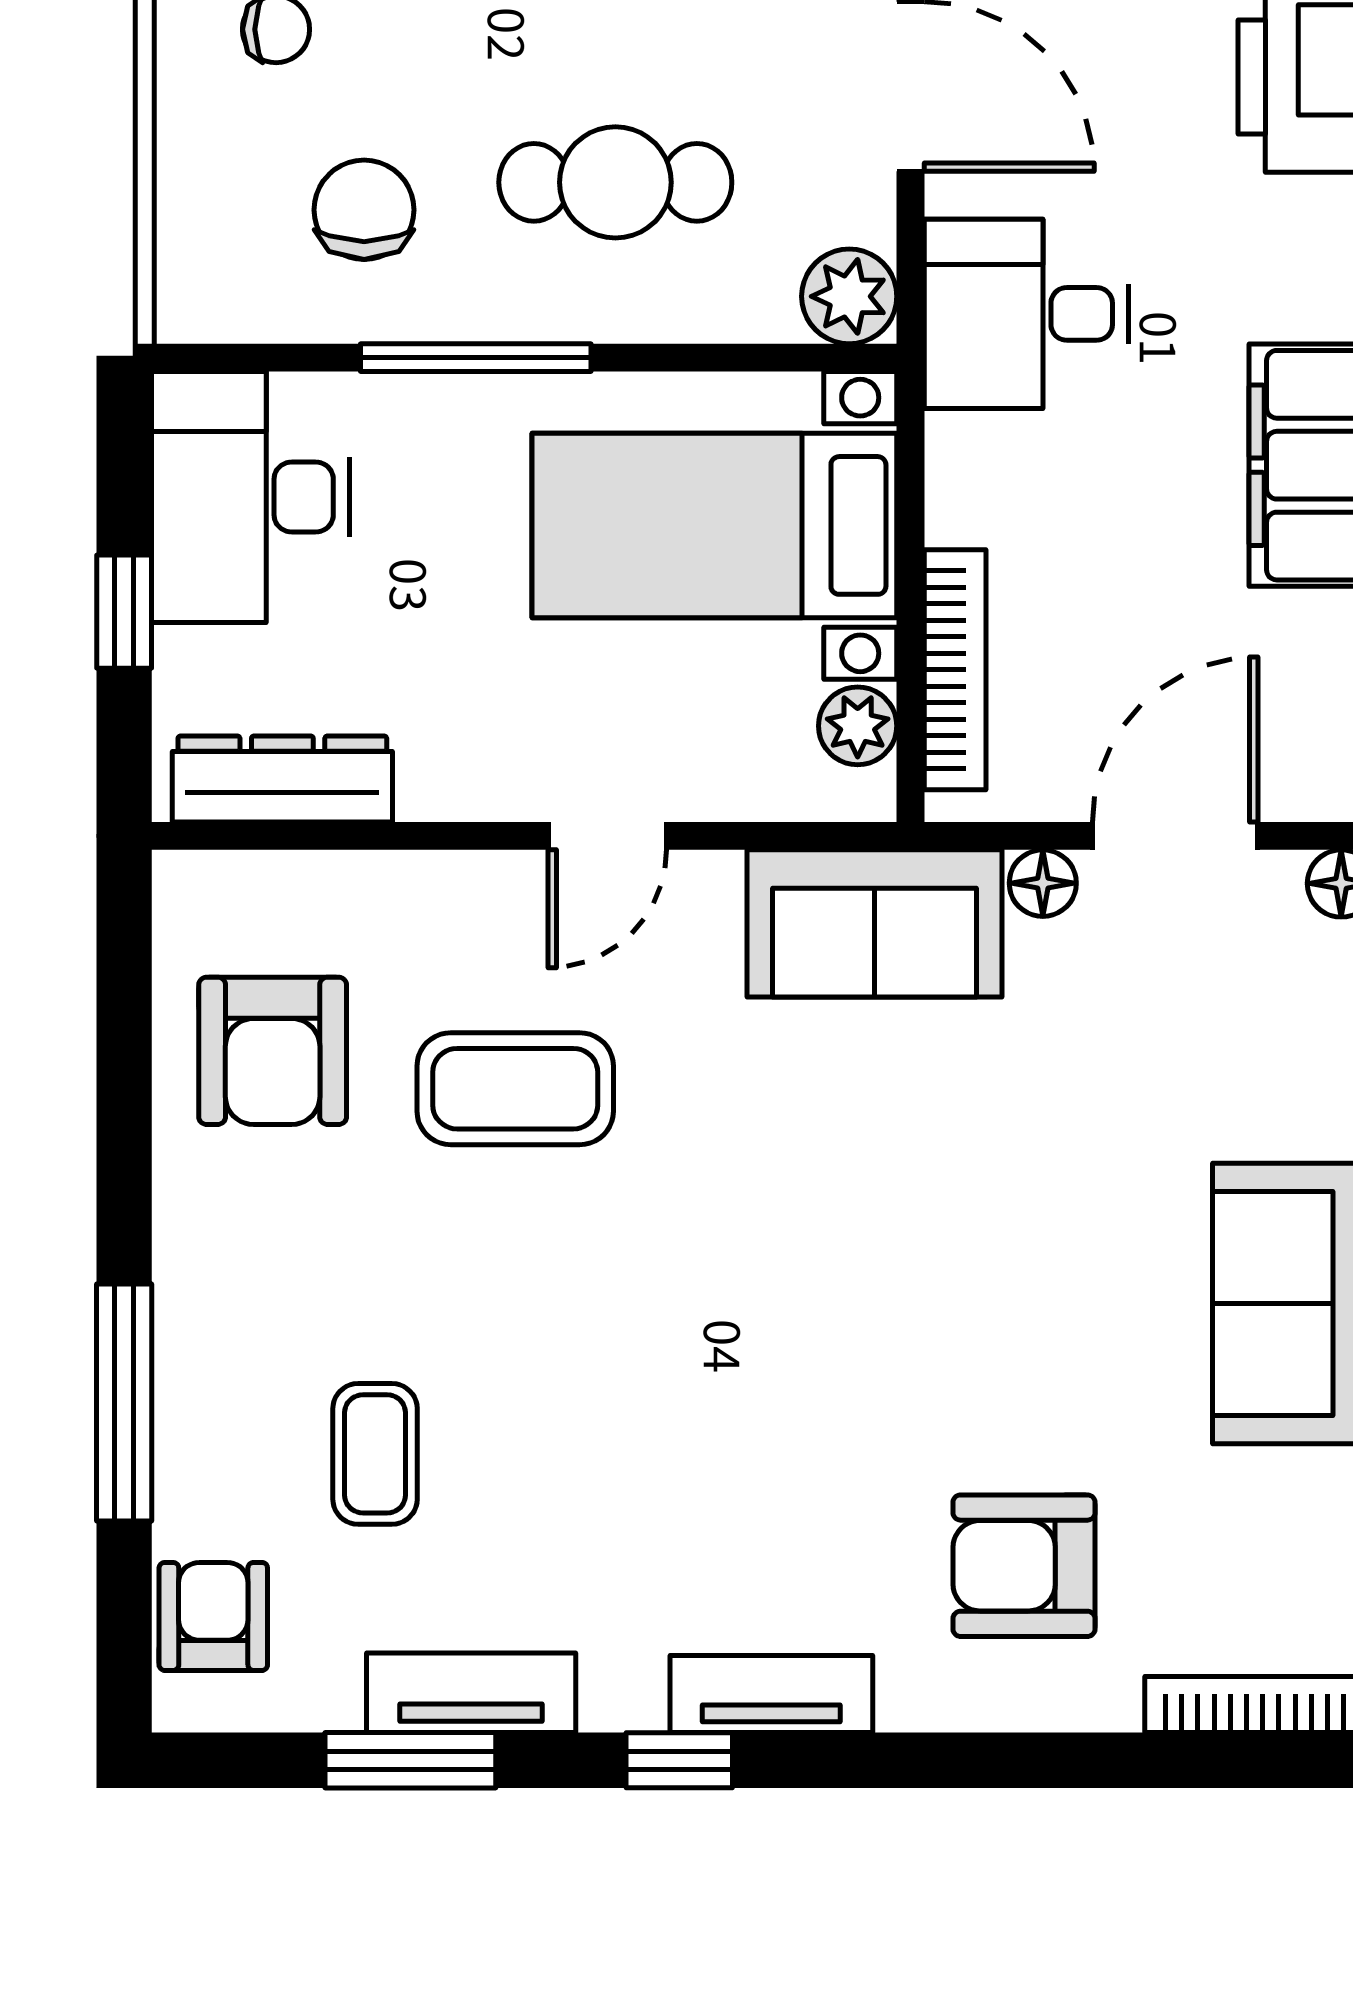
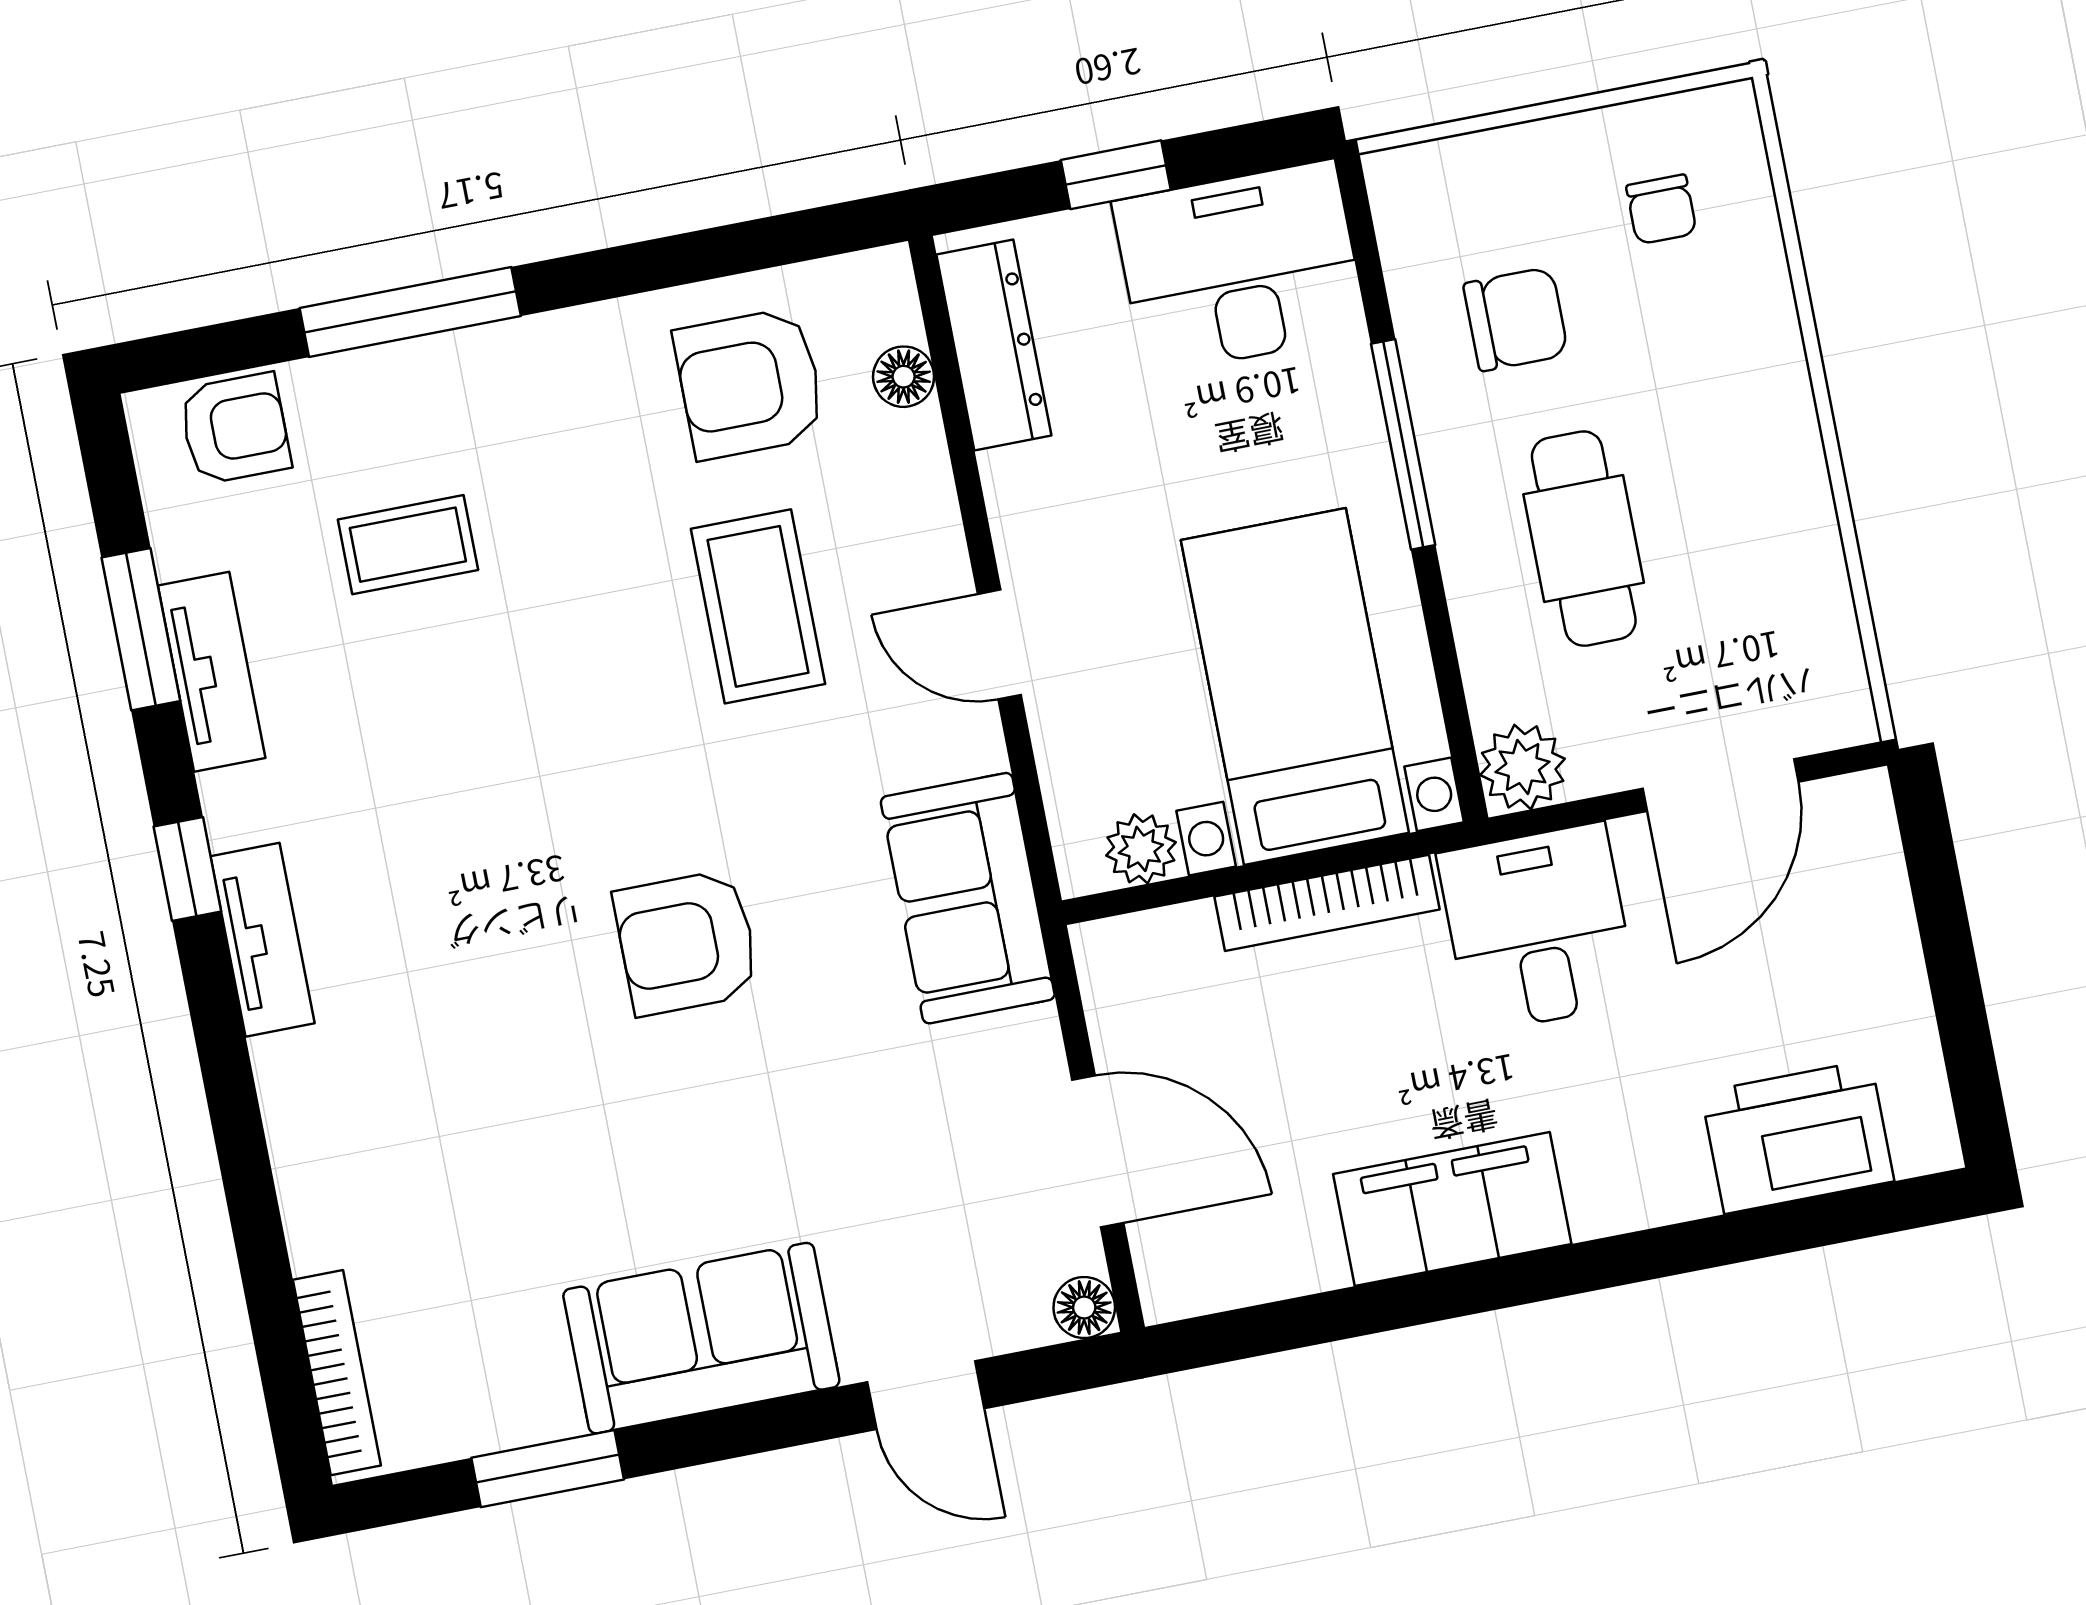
bookcase: (955, 670) -> (1327, 903), moved
floor lamp: (1043, 883) -> (904, 377), moved
armchair: (1024, 1566) -> (687, 943), moved, turned -90

